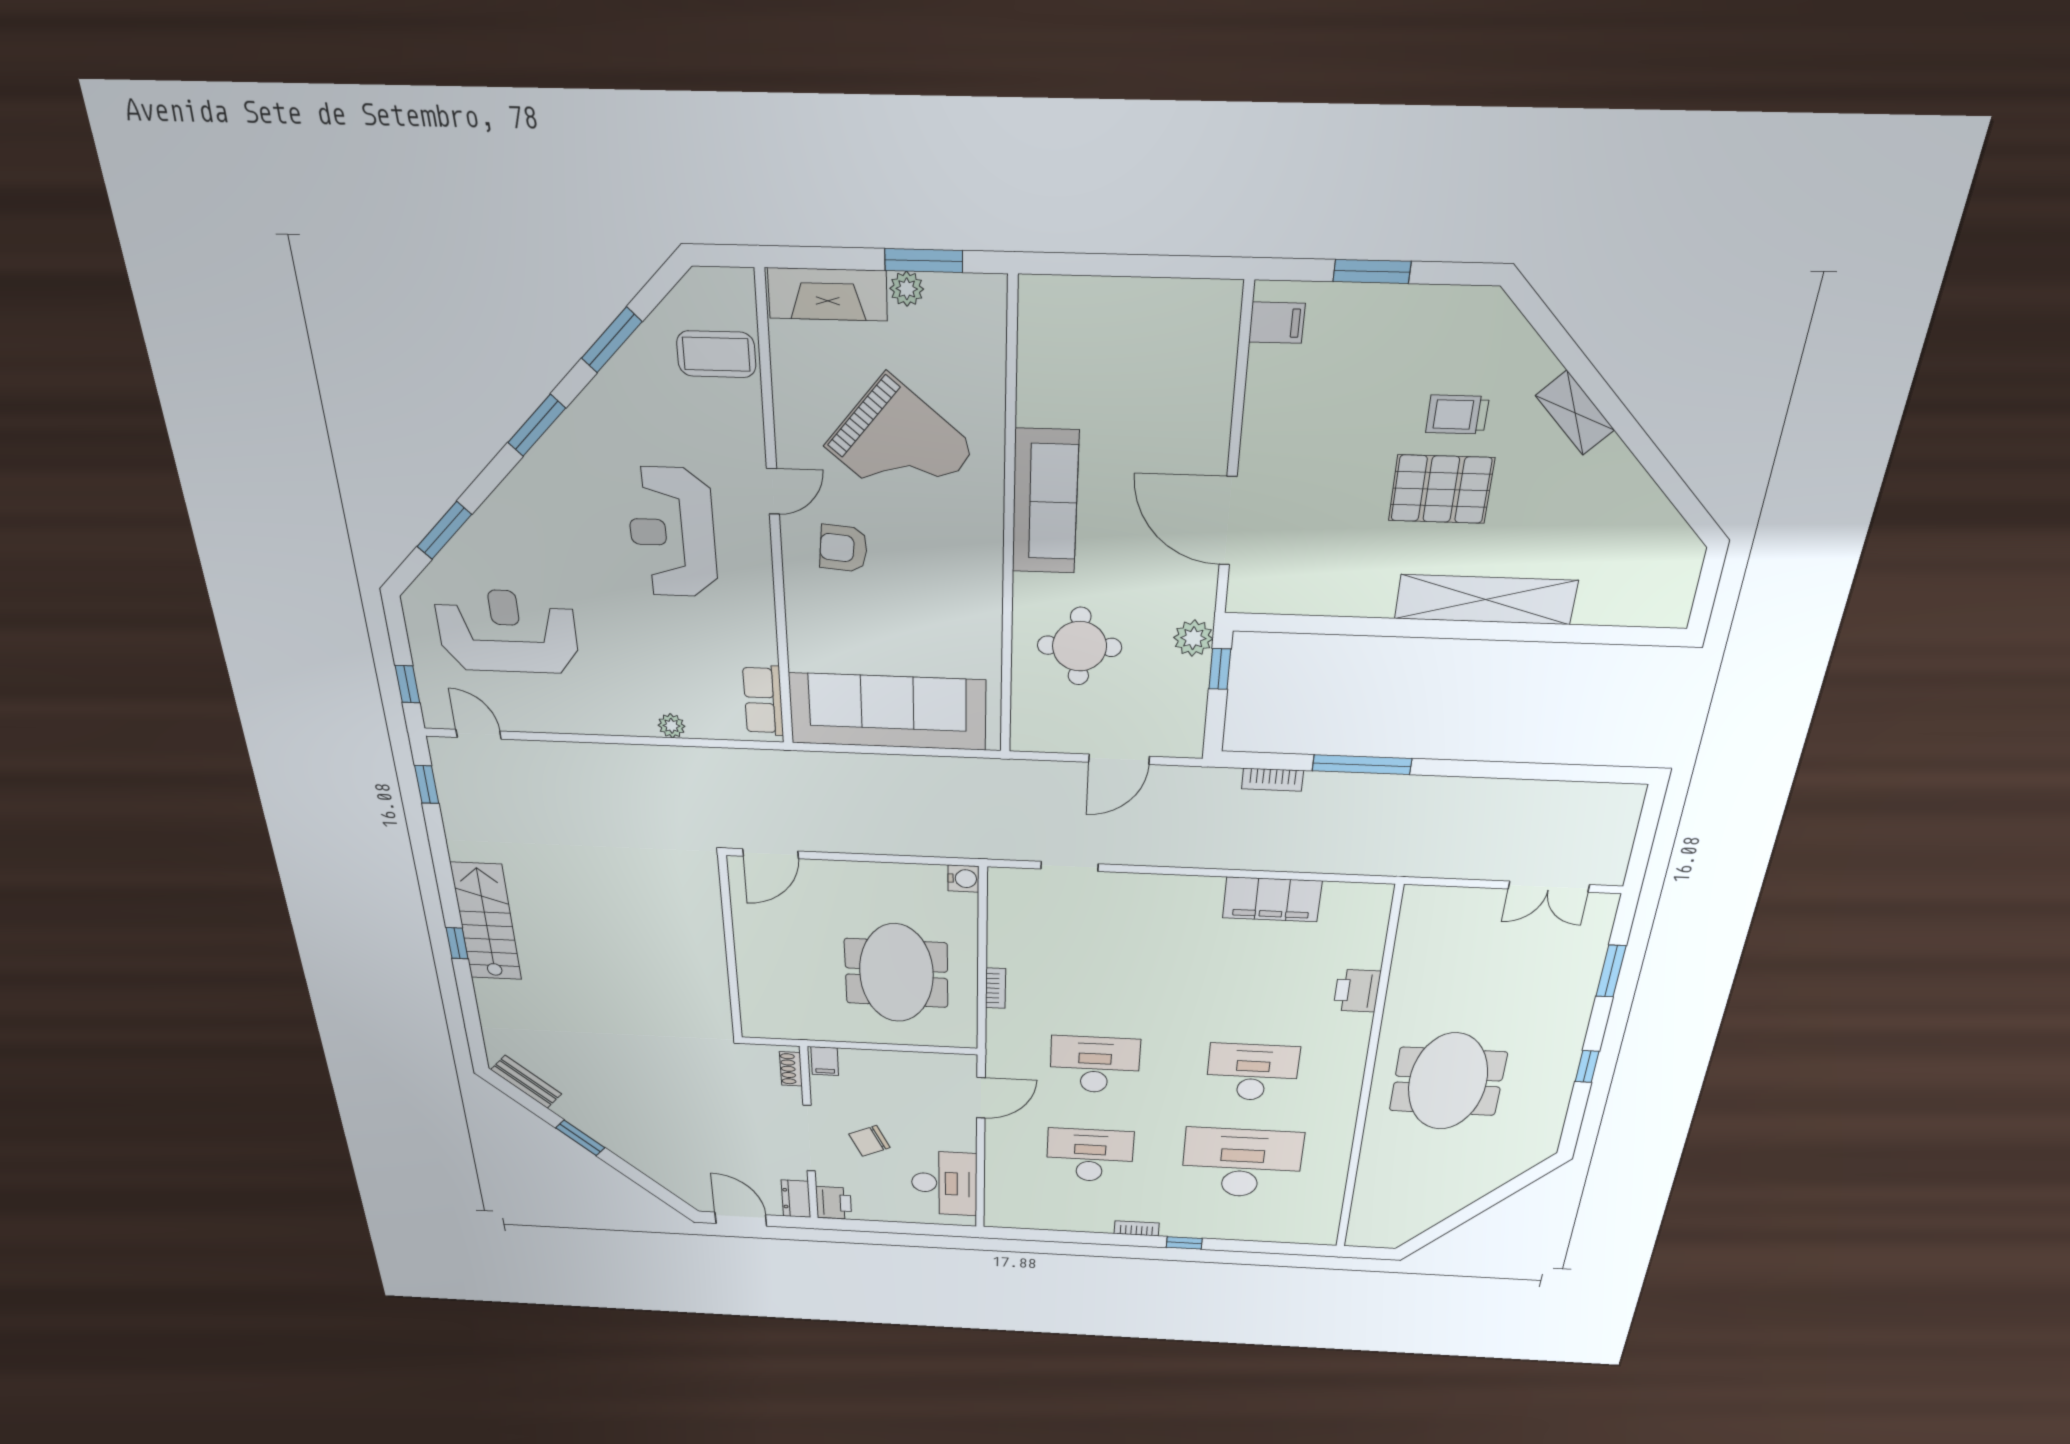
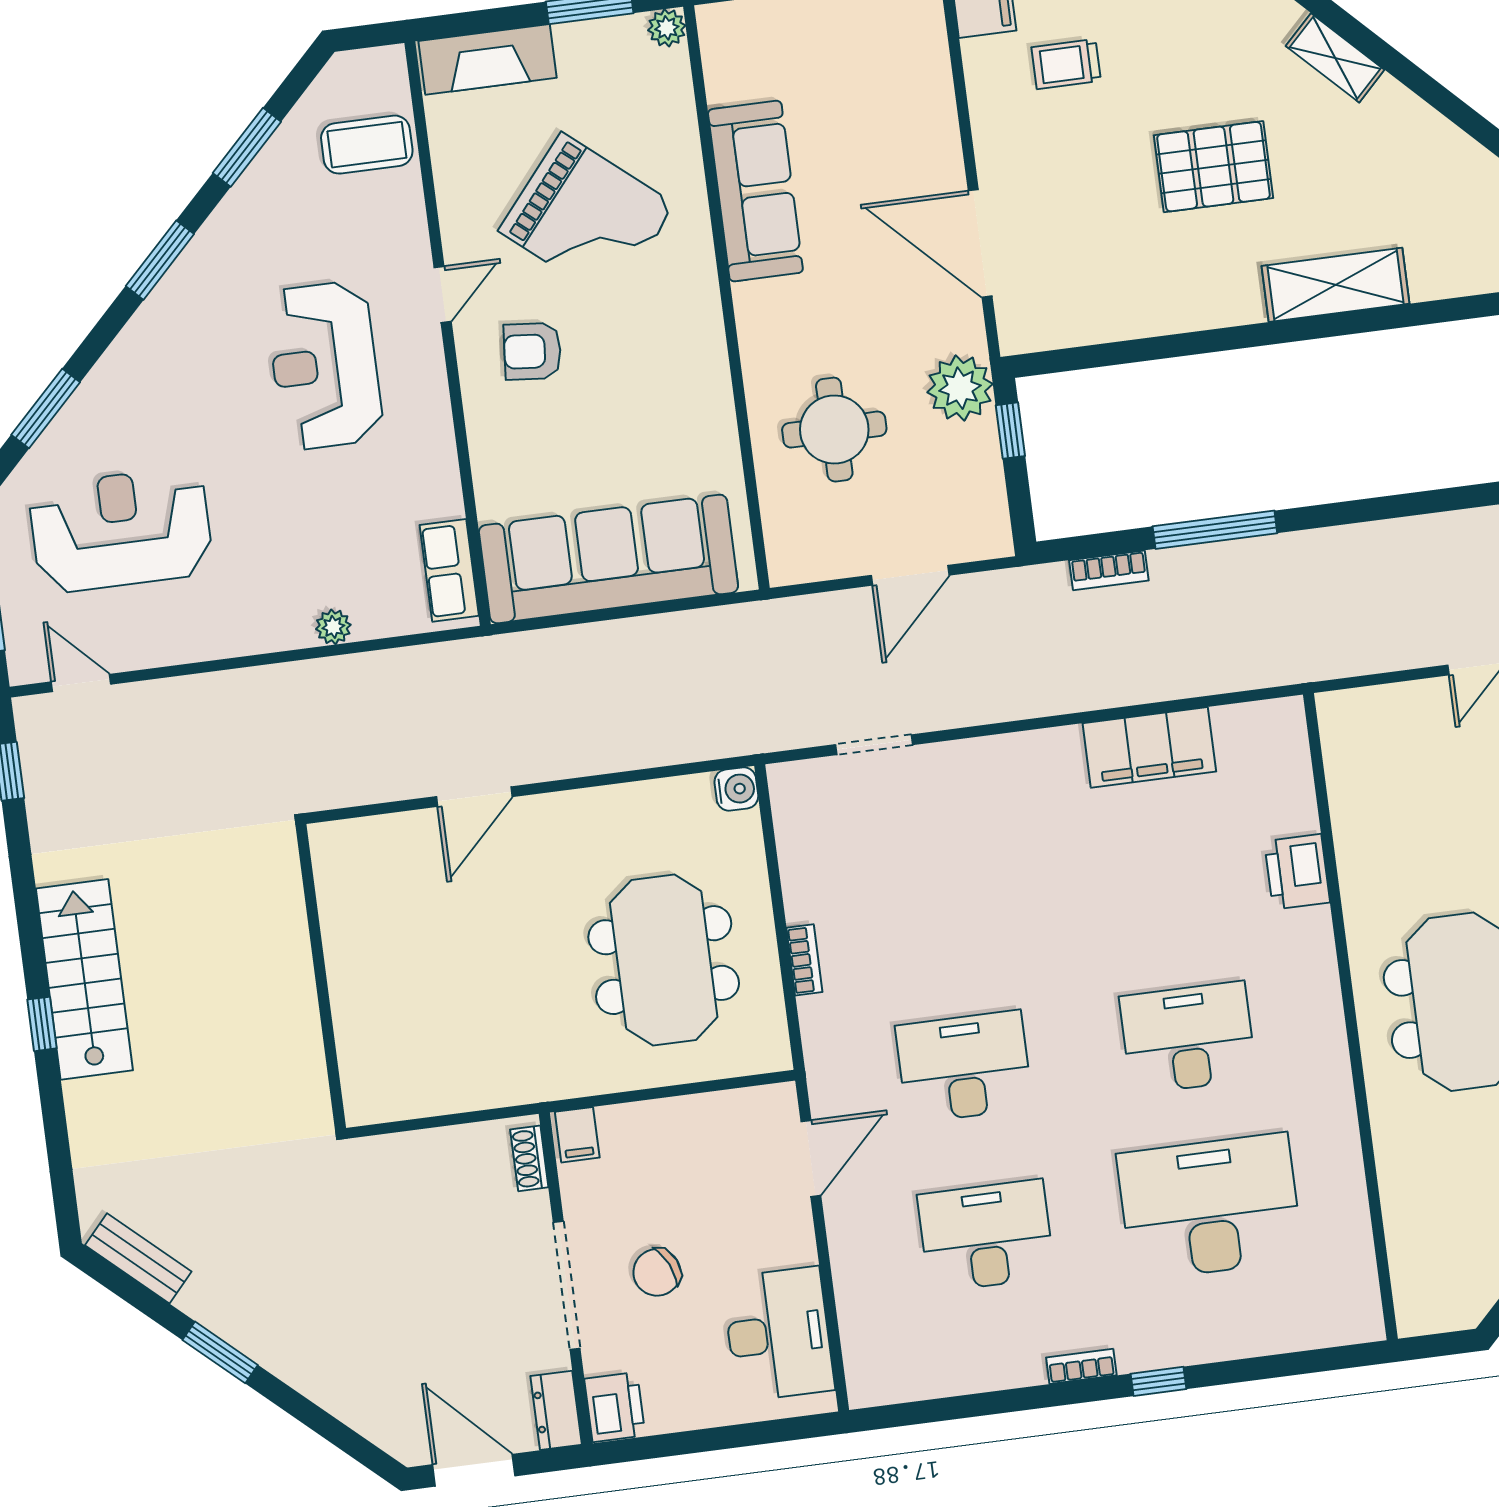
plant: (907, 289) -> (667, 28), moved
trolley: (1457, 415) -> (1066, 64), moved
sofa: (1045, 502) -> (755, 191), moved
shelving: (1486, 600) -> (1336, 285), width x0.68
plant: (1193, 638) -> (960, 388), width x1.36, depth x1.36
wall: (730, 949) -> (321, 977), moved

